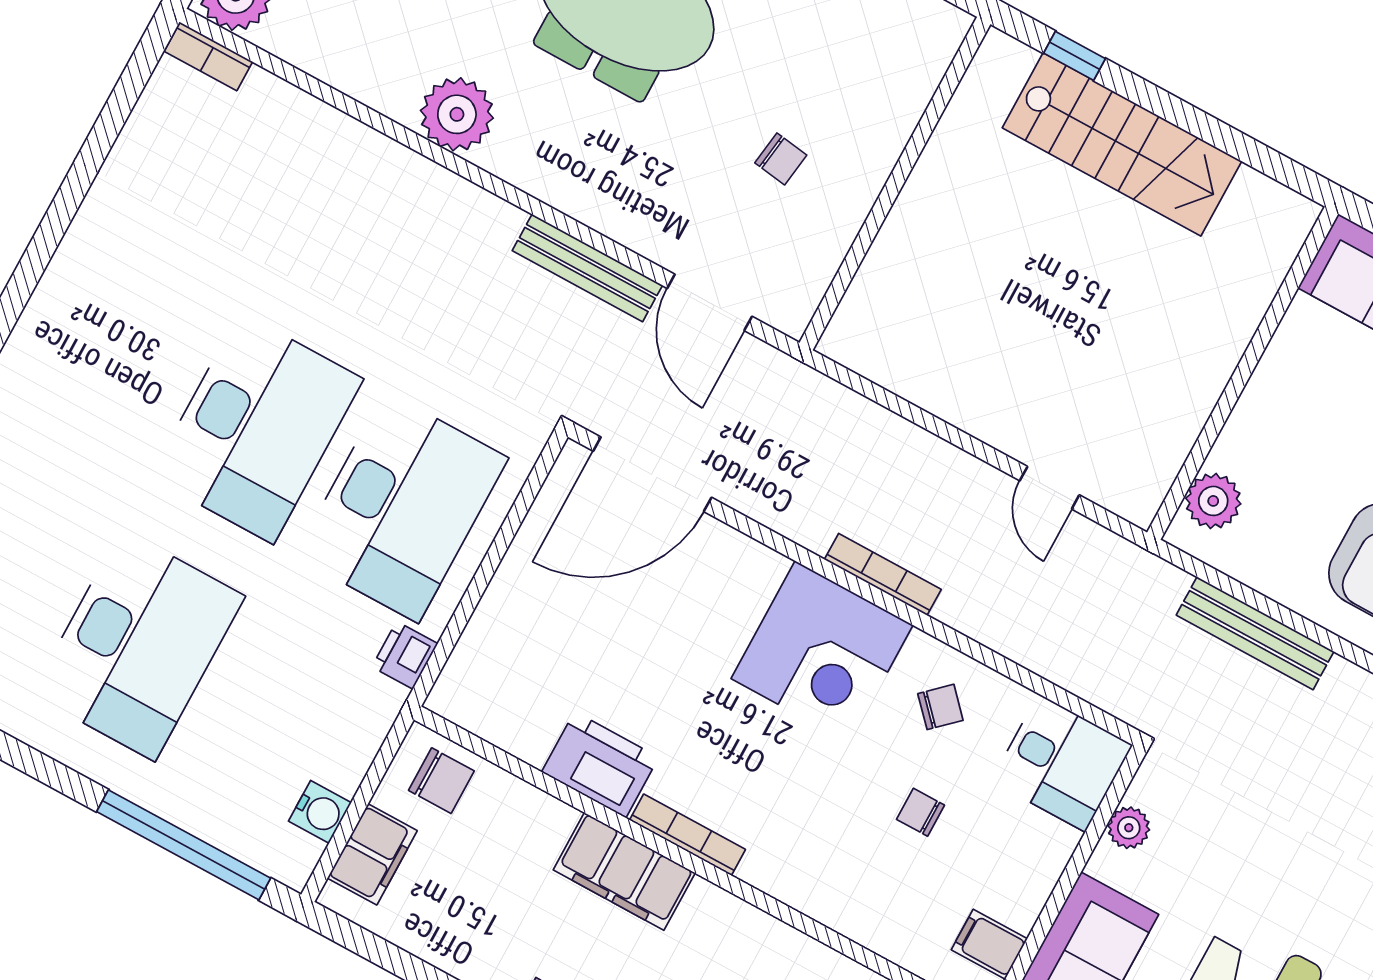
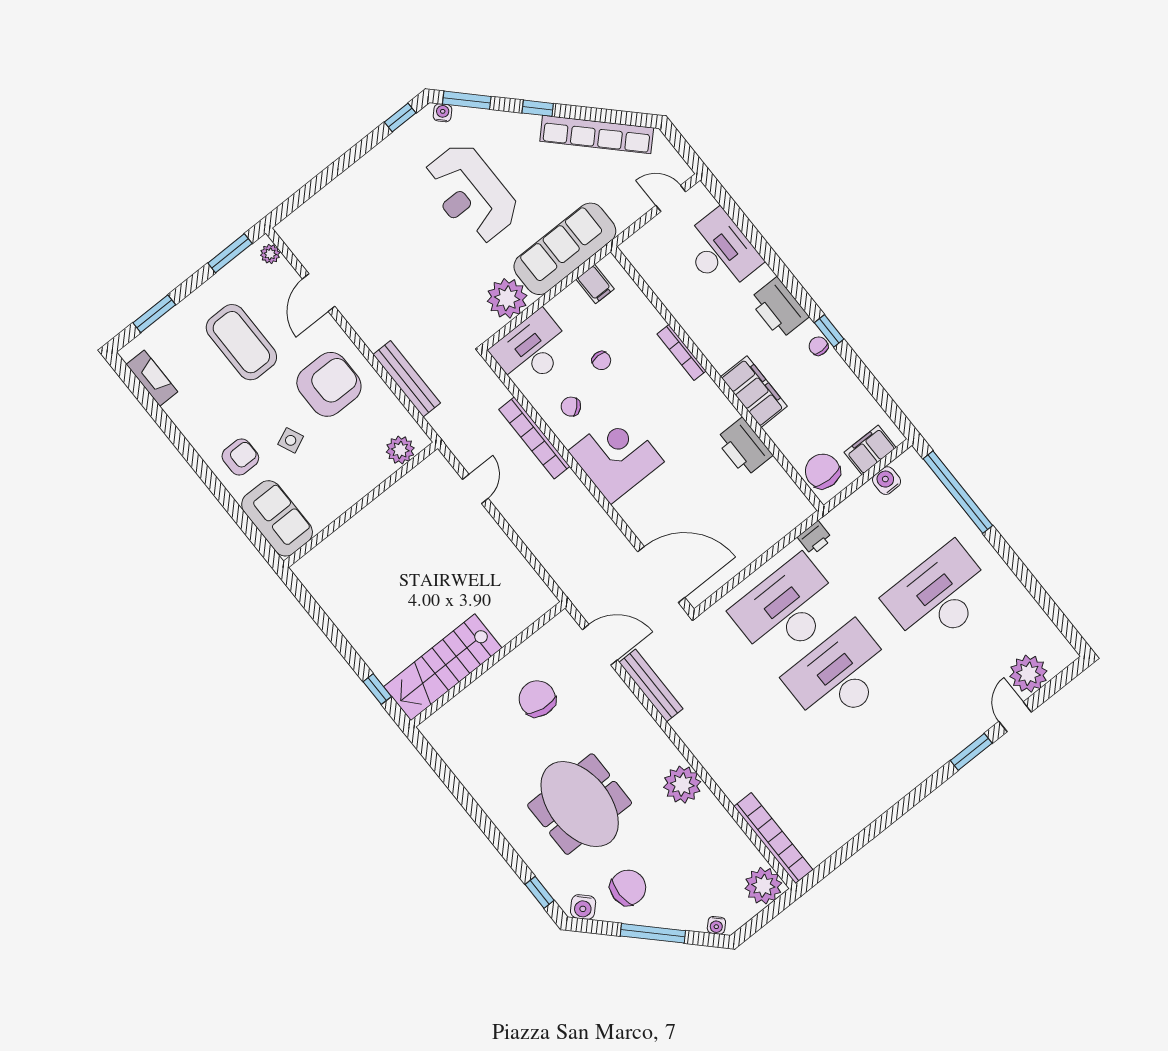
bookcase: (208, 57) -> (773, 838), width x2.31, depth x1.31
stairs: (1122, 144) -> (443, 667), moved, turned -90
chair: (781, 159) -> (537, 699), width x1.87, depth x1.87
door: (710, 302) -> (600, 645), hinge flipped
bookcase: (883, 574) -> (534, 438), moved, width x1.48, depth x1.31
desk: (1062, 763) -> (532, 350), width x1.37
chair: (441, 781) -> (823, 471), width x1.37, depth x1.37
plant: (1129, 828) -> (507, 298), width x1.88, depth x1.88
bookcase: (687, 835) -> (682, 353), moved

